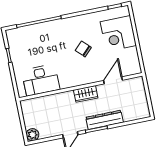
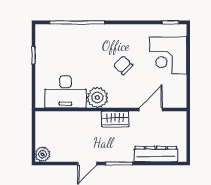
plant: (68, 79) -> (97, 97), added
dresser: (105, 120) -> (156, 154), moved

